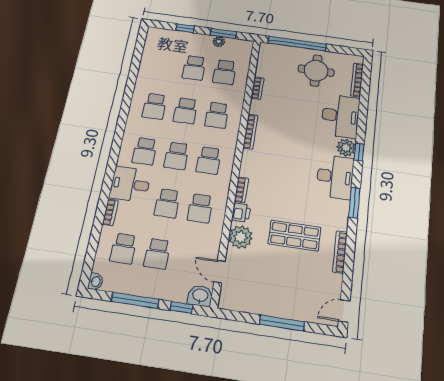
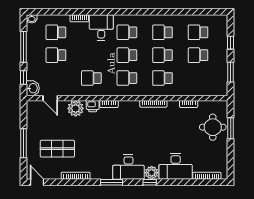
plant: (219, 42) -> (223, 70), removed
window: (297, 44) -> (231, 128), width x0.47
round table: (316, 71) -> (213, 127), moved
school desk: (225, 72) -> (198, 32), moved
school desk: (167, 203) -> (91, 55), removed
shop shelf: (295, 236) -> (57, 149), moved, turned 90
door: (220, 272) -> (50, 98), swing flipped

